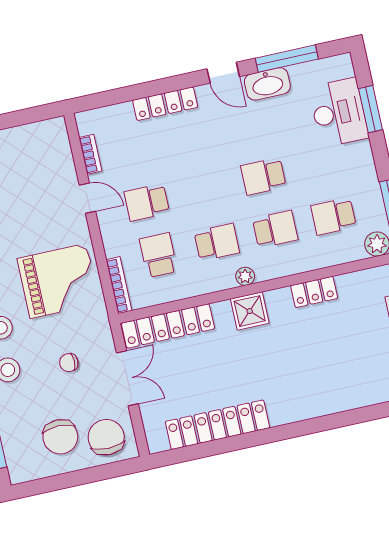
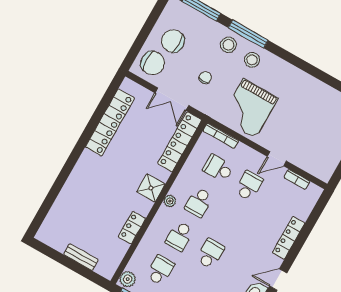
school desk: (158, 255) -> (218, 168), turned 180

